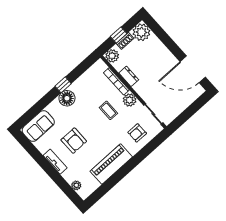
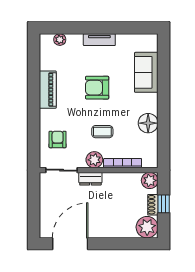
dresser: (129, 76) -> (90, 179), moved
window: (63, 85) -> (164, 111), removed
floor lamp: (67, 98) -> (148, 123), moved
sofa: (38, 126) -> (146, 72), moved
armchair: (74, 141) -> (97, 88), moved
piano: (111, 164) -> (48, 90), width x0.73, depth x0.75

